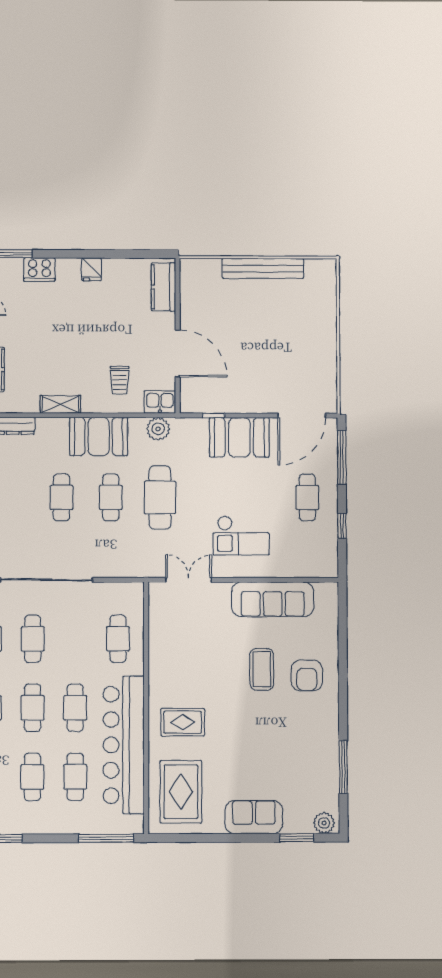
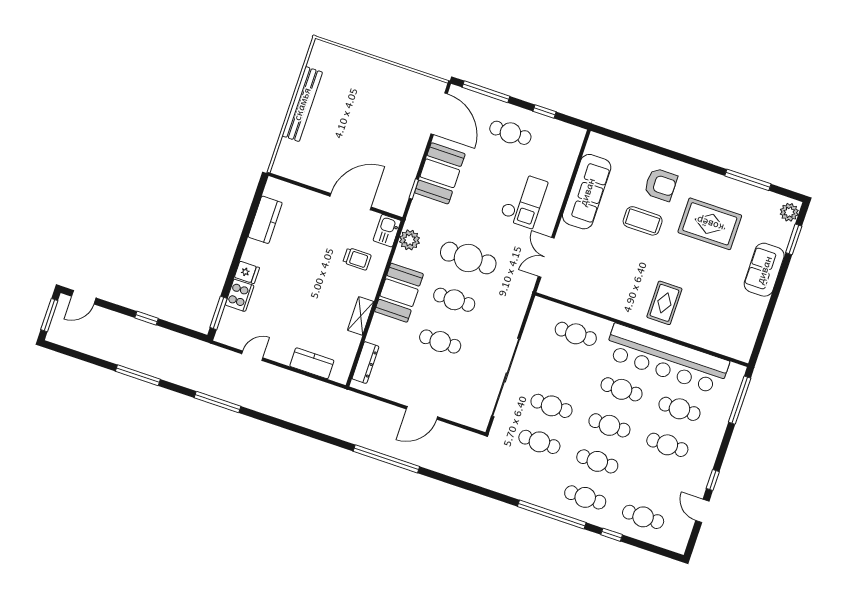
fridge: (91, 269) -> (247, 272), moved
kitchen counter: (163, 287) -> (265, 220), moved, turned -90
rug: (181, 792) -> (710, 224), moved

